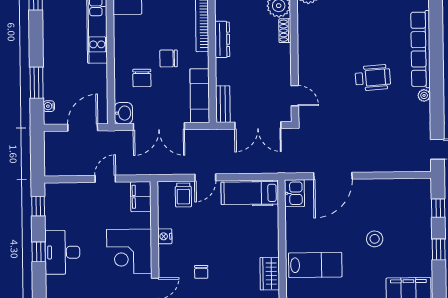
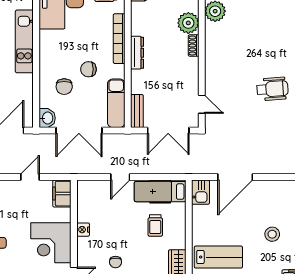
trolley: (183, 195) -> (155, 226), moved

